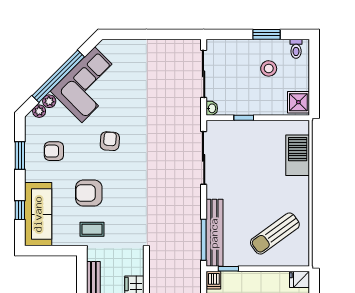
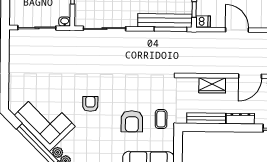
armchair: (110, 141) -> (90, 104), turned 86
armchair: (54, 151) -> (98, 149), removed

